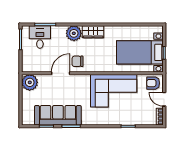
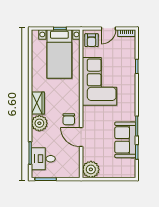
sofa: (58, 115) -> (125, 140), width x0.73

